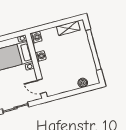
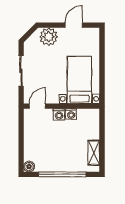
washing machine: (36, 37) -> (59, 114), moved
boiler: (83, 83) -> (29, 166), moved

